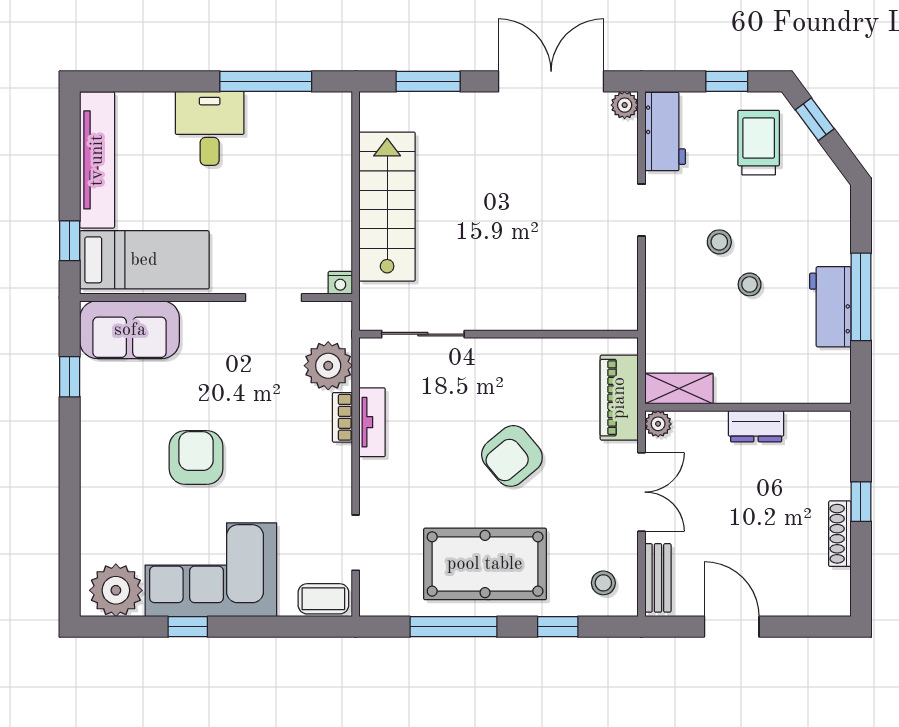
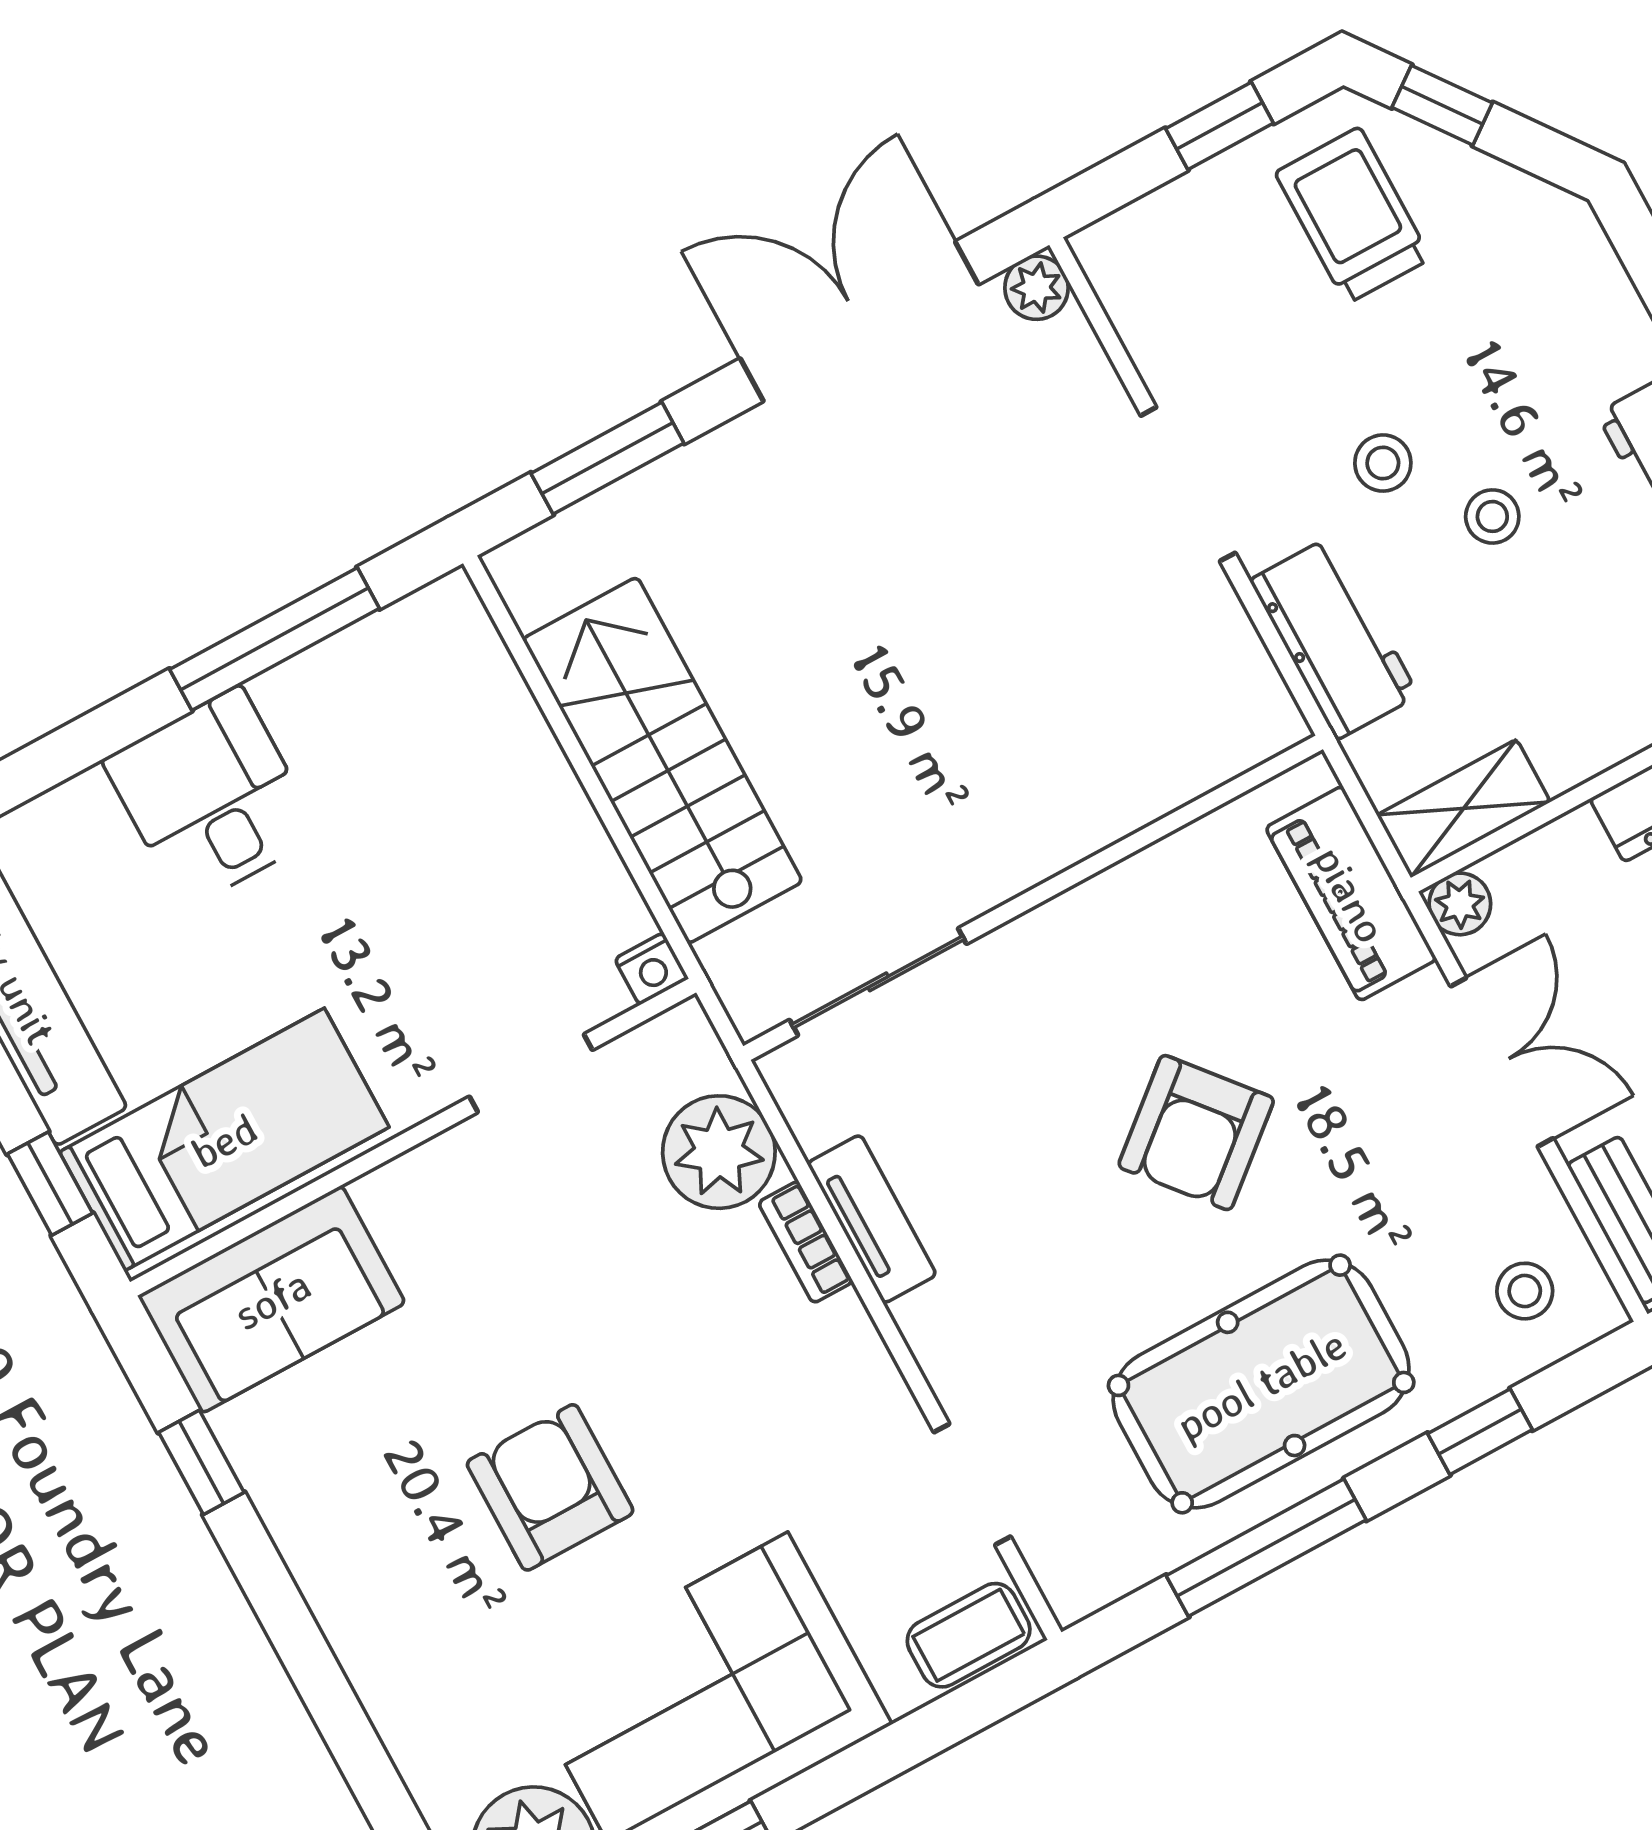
workbench: (665, 132) -> (1334, 638), moved
doorway: (642, 210) -> (1188, 484), width x1.38

